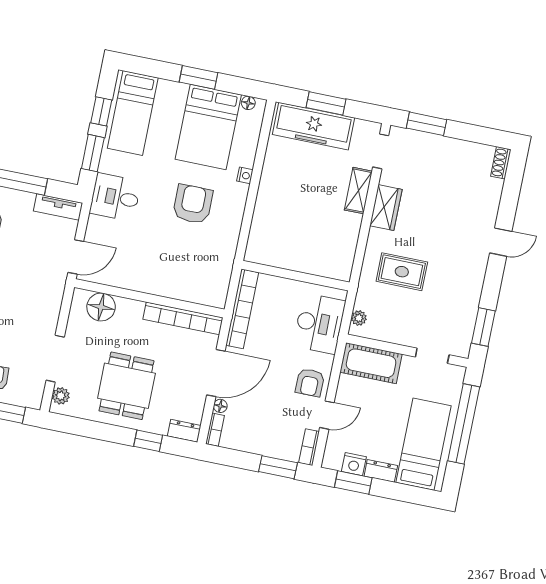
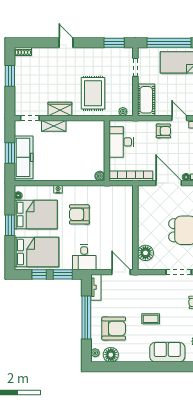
bed: (133, 113) -> (36, 252), width x1.50
window: (427, 124) -> (10, 76), moved
boiler: (253, 254) -> (100, 176), added
rug: (402, 272) -> (93, 93), width x1.36, depth x1.43
bookcase: (183, 318) -> (143, 207), removed
desk: (319, 324) -> (121, 142), moved, turned -90

